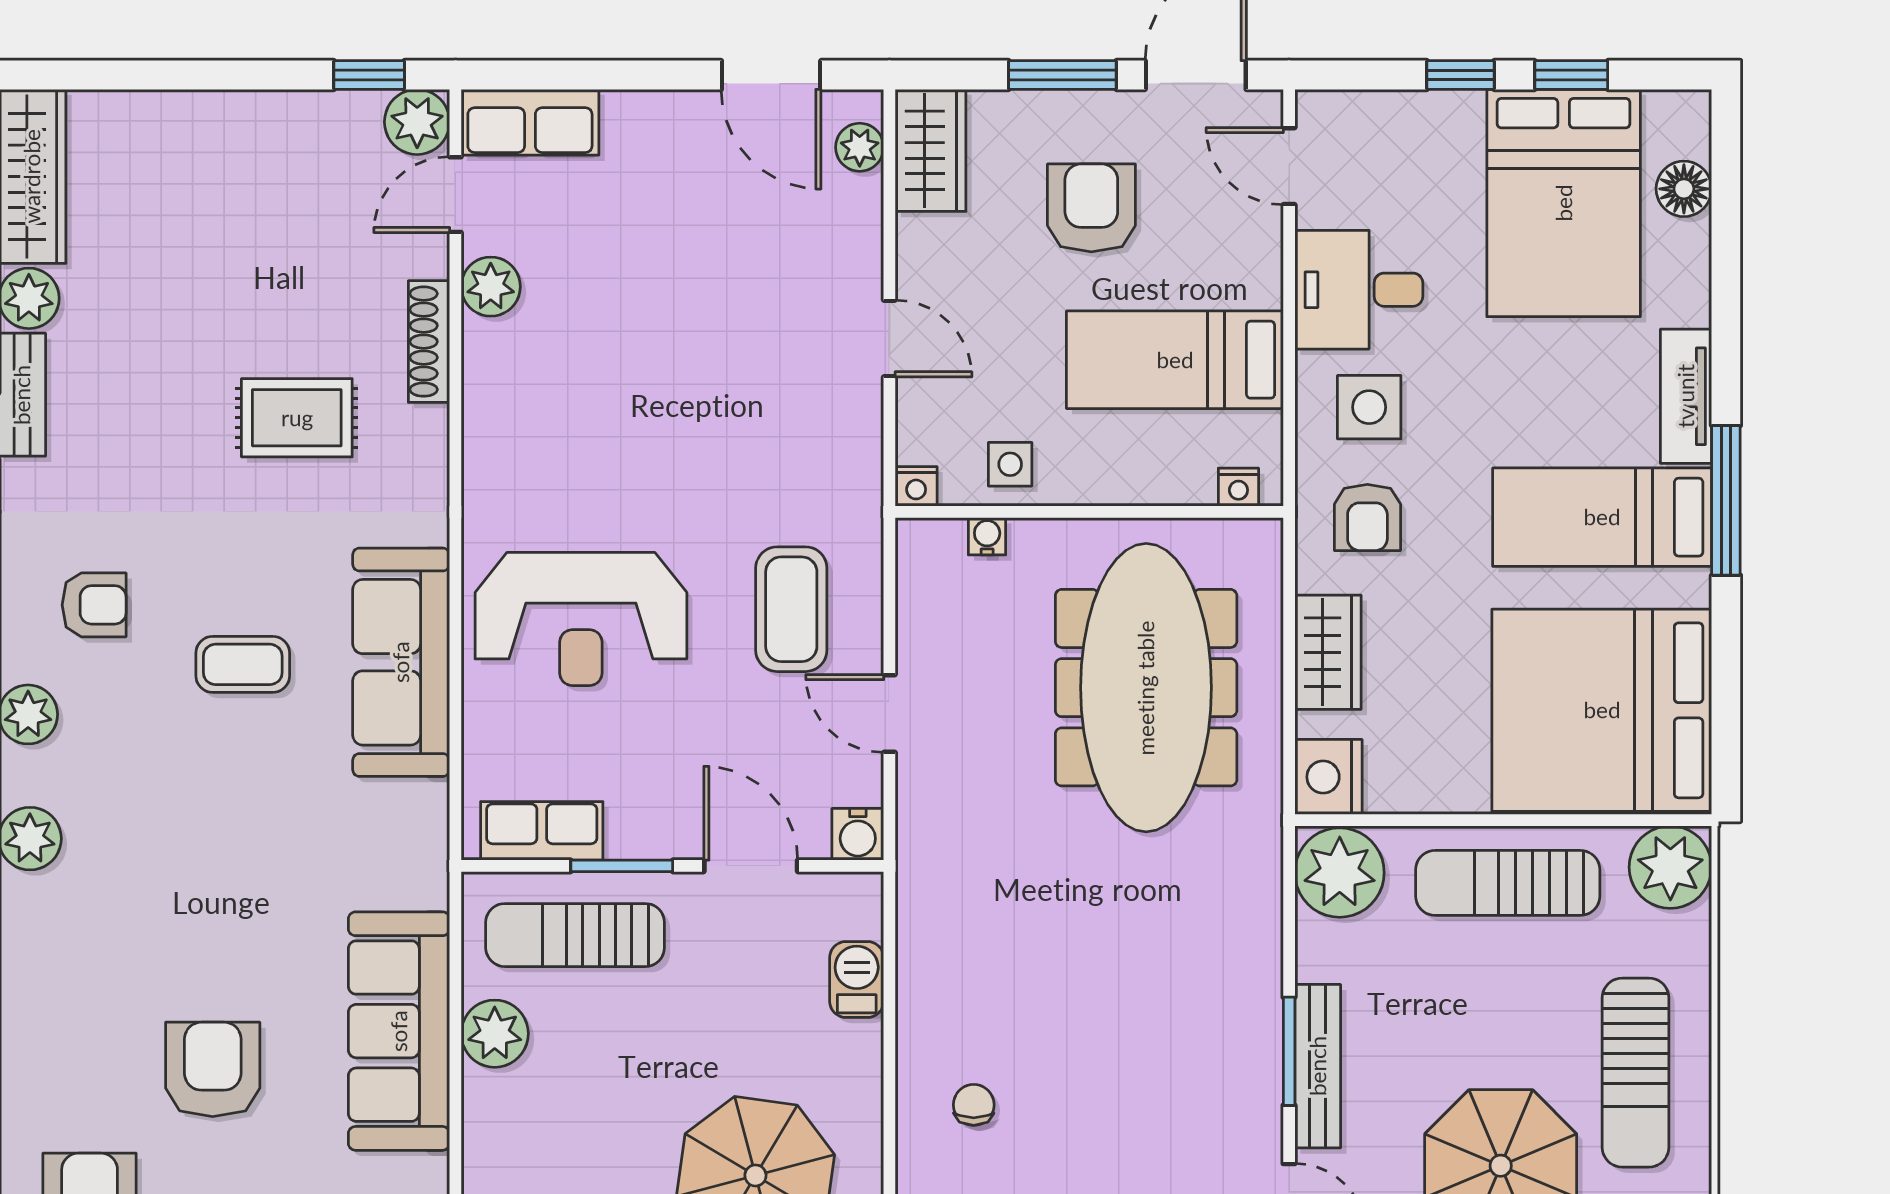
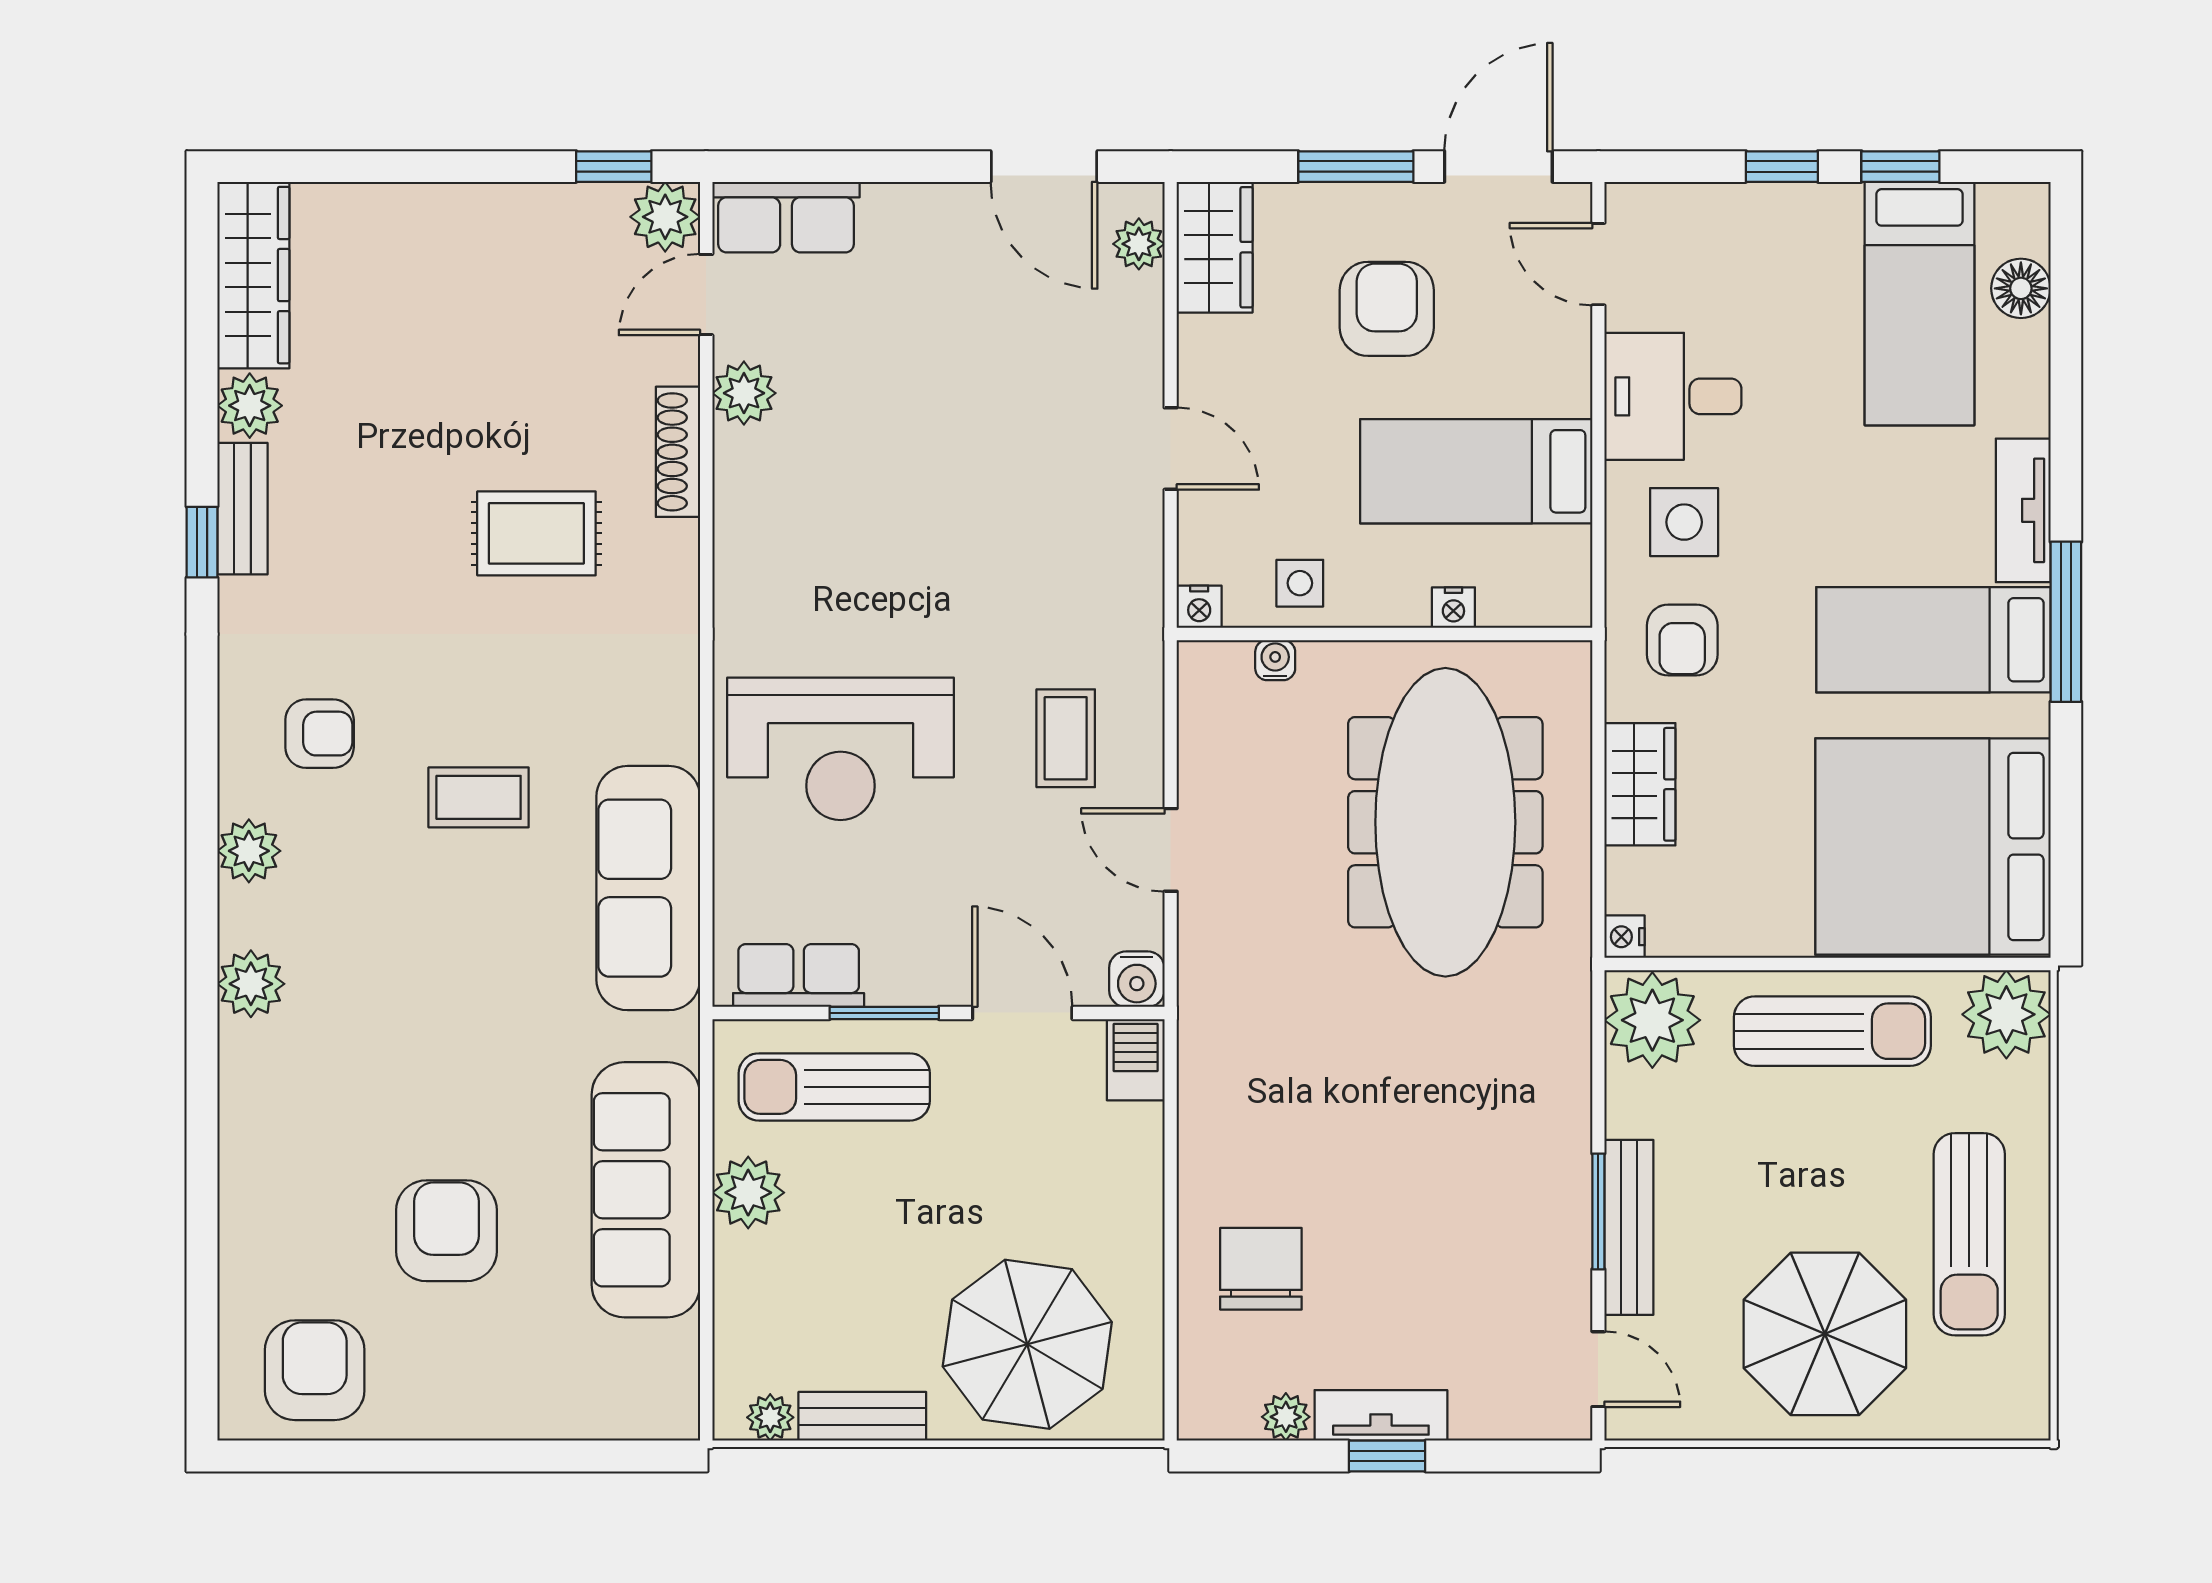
bed: (1564, 203) -> (1919, 304), width x0.67
nightstand: (1238, 487) -> (1453, 608), moved
coffee table: (791, 609) -> (1066, 738), width x0.73, depth x0.77
sofa: (401, 662) -> (648, 888), moved
nightstand: (1328, 777) -> (1625, 937), width x0.53, depth x0.56
sun lounger: (1508, 883) -> (1832, 1031), turned 180
barbecue: (857, 979) -> (1136, 1060), moved
chair: (974, 1105) -> (1261, 1269), width x1.87, depth x1.87

